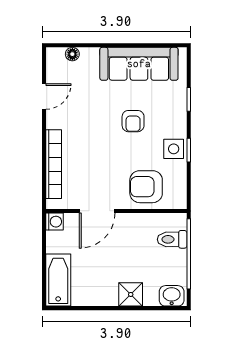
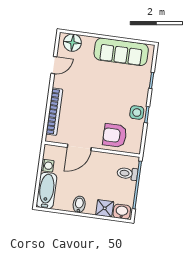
floor lamp: (72, 54) -> (72, 43), width x1.89, depth x1.89
armchair: (133, 121) -> (112, 90), removed
washing machine: (55, 222) -> (47, 166), moved
bidet: (108, 294) -> (79, 204), added
shower: (131, 294) -> (105, 208), moved

